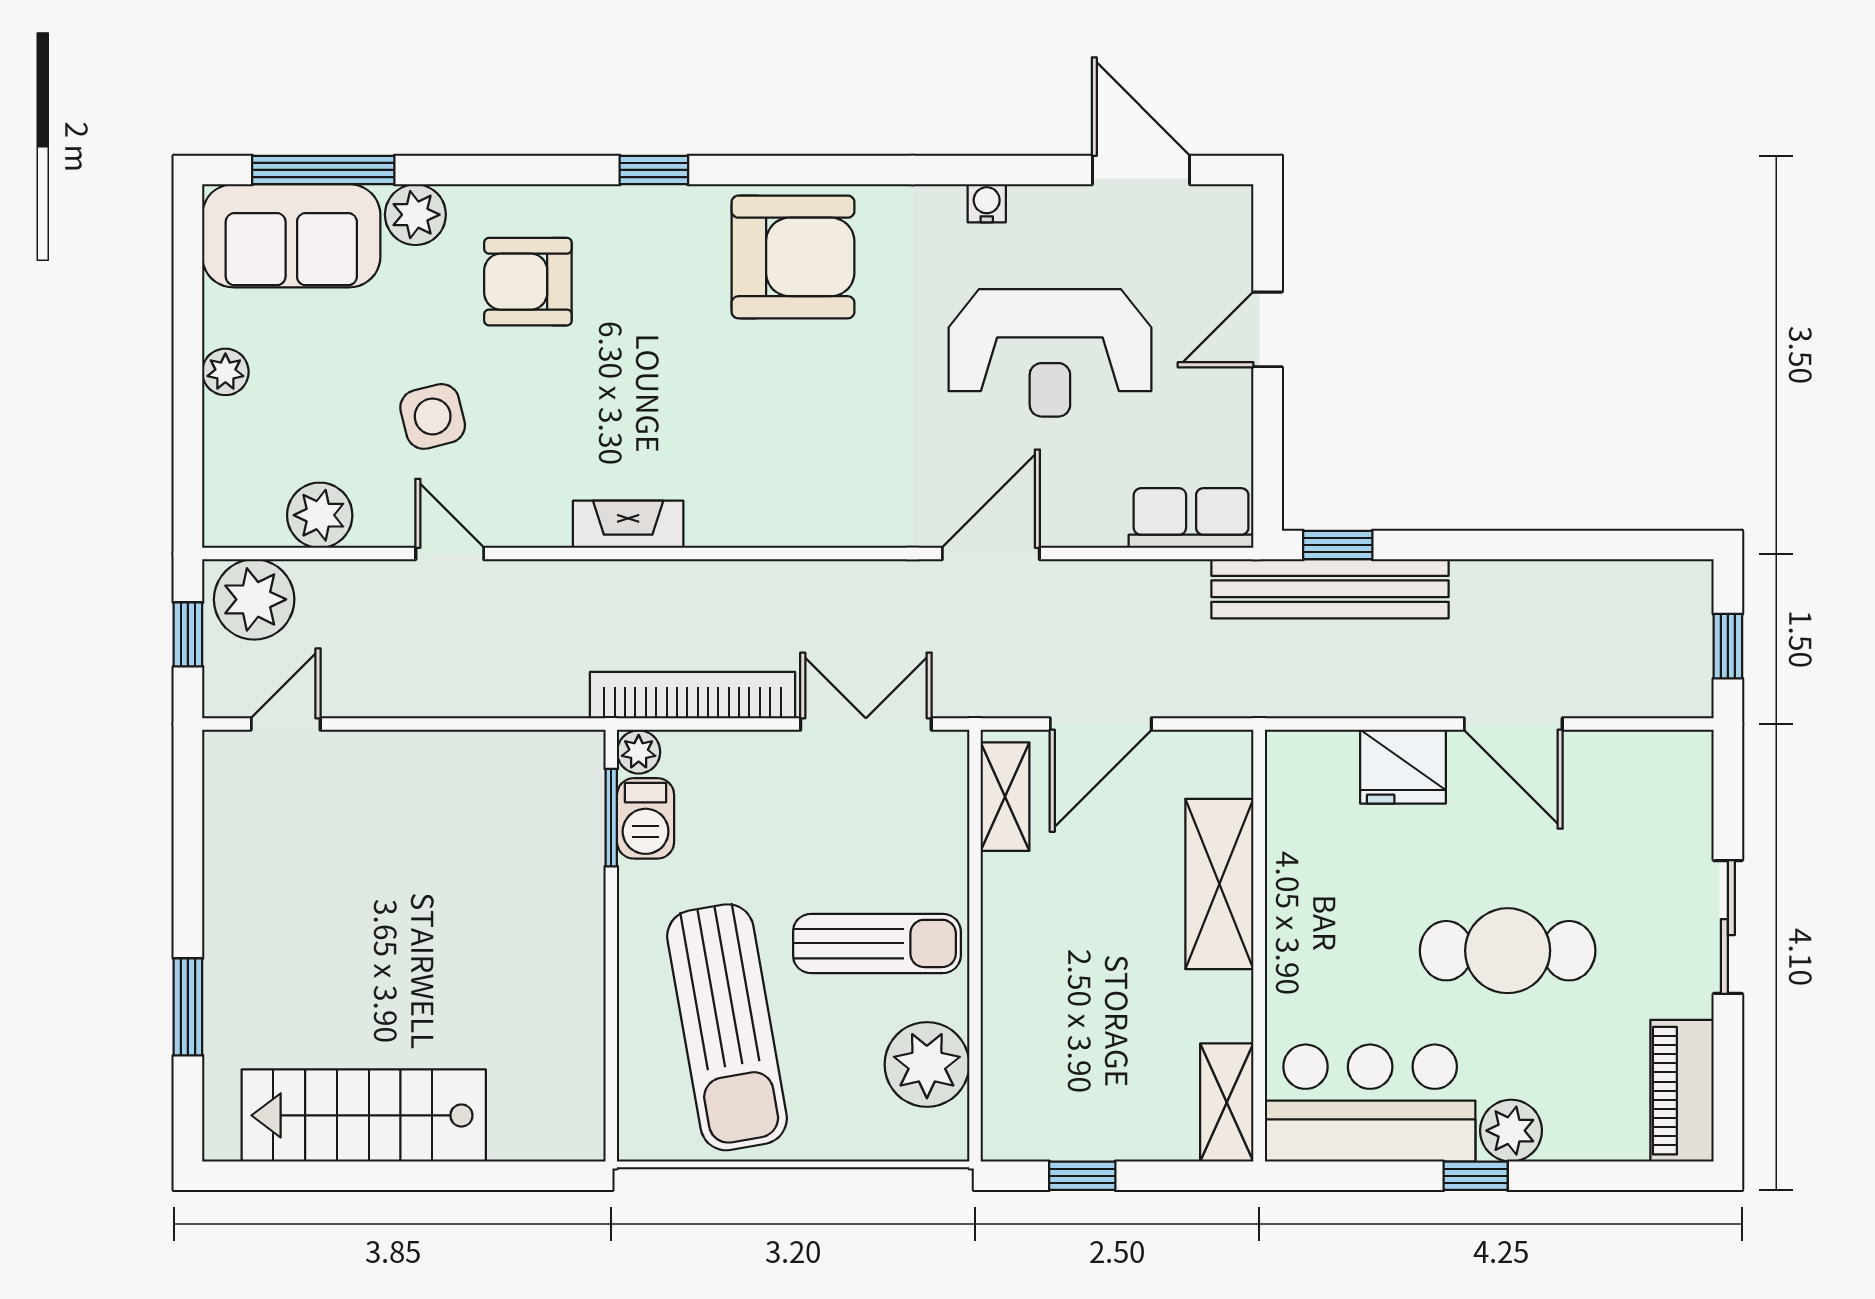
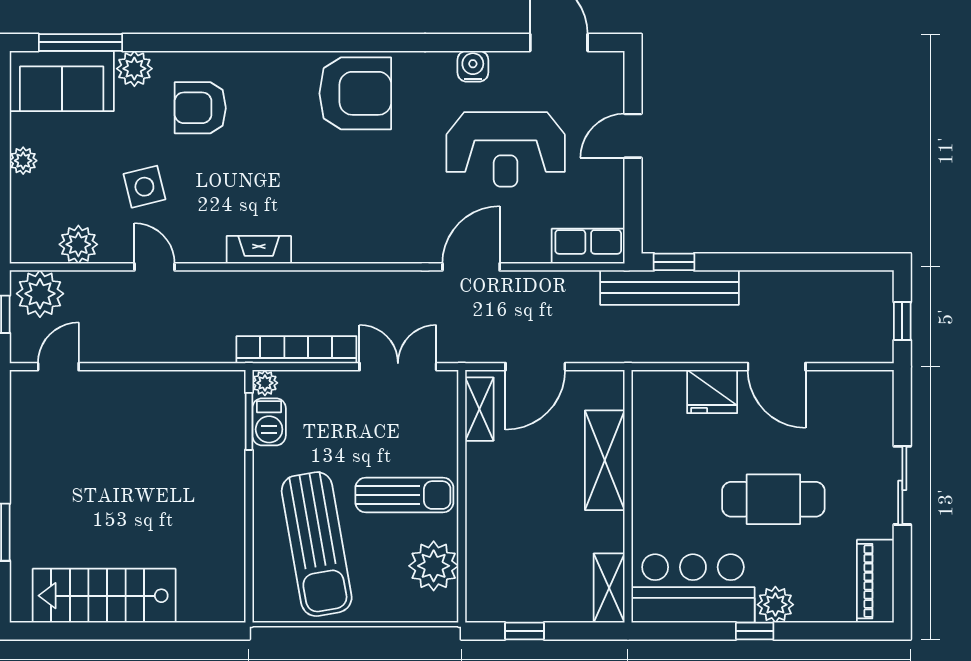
window: (654, 170) -> (274, 42), removed
water cooler: (987, 203) -> (473, 66), width x1.38, depth x1.38

